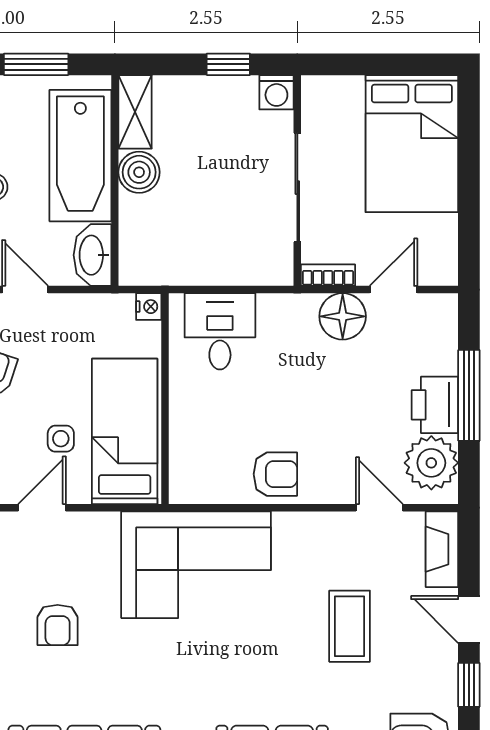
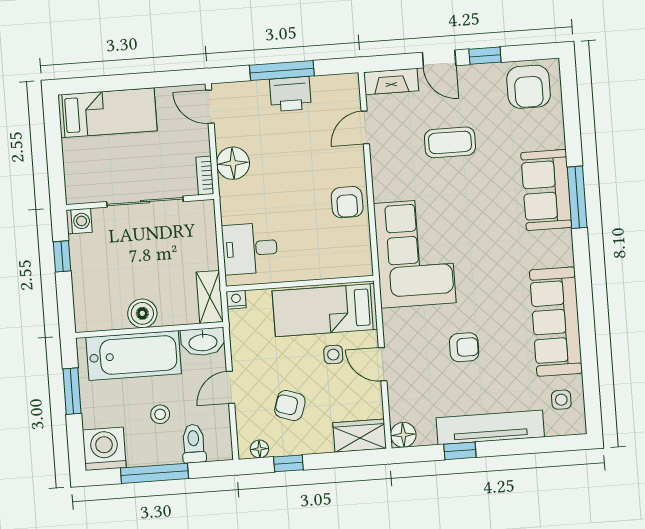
shelving: (135, 112) -> (210, 297), moved, turned 90
bed: (412, 144) -> (107, 113), width x0.67
door: (394, 290) -> (210, 107), moved
plant: (431, 463) -> (331, 93), removed
armchair: (275, 474) -> (347, 202), turned 180
door: (469, 620) -> (439, 59), hinge flipped

